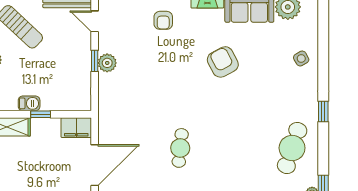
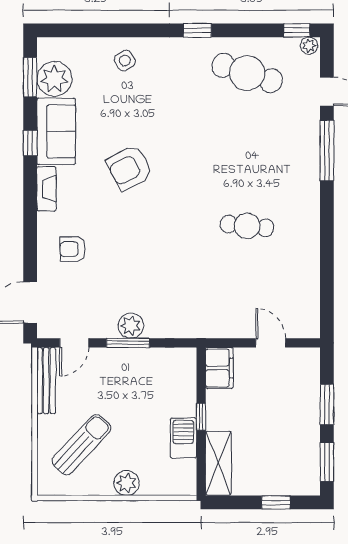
armchair: (163, 20) -> (73, 249), turned 180
window: (95, 61) -> (128, 343), width x1.50
barbecue: (29, 103) -> (183, 438), width x1.38, depth x1.27
door: (95, 165) -> (271, 343), width x0.53

